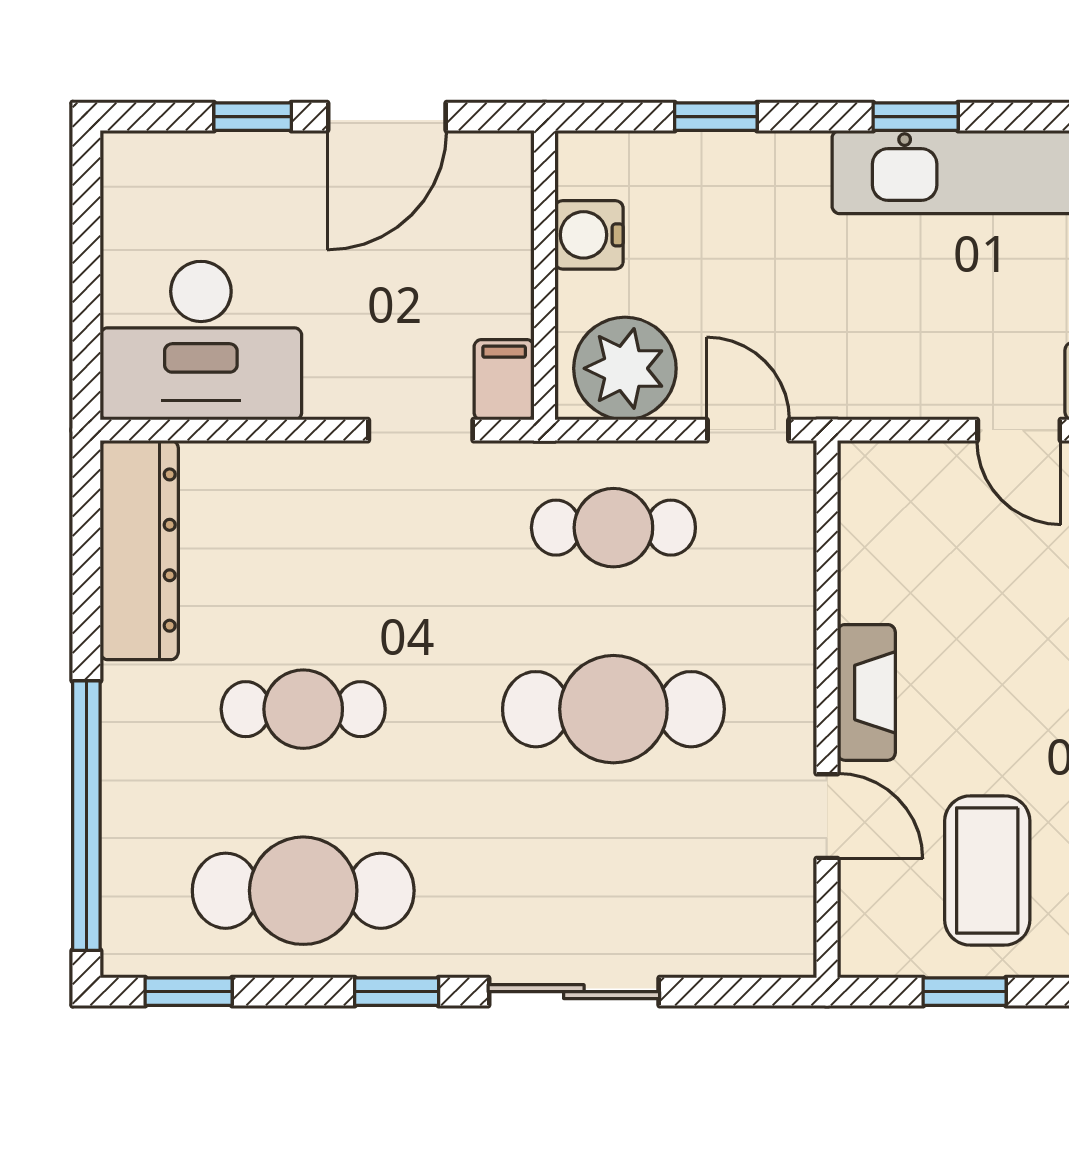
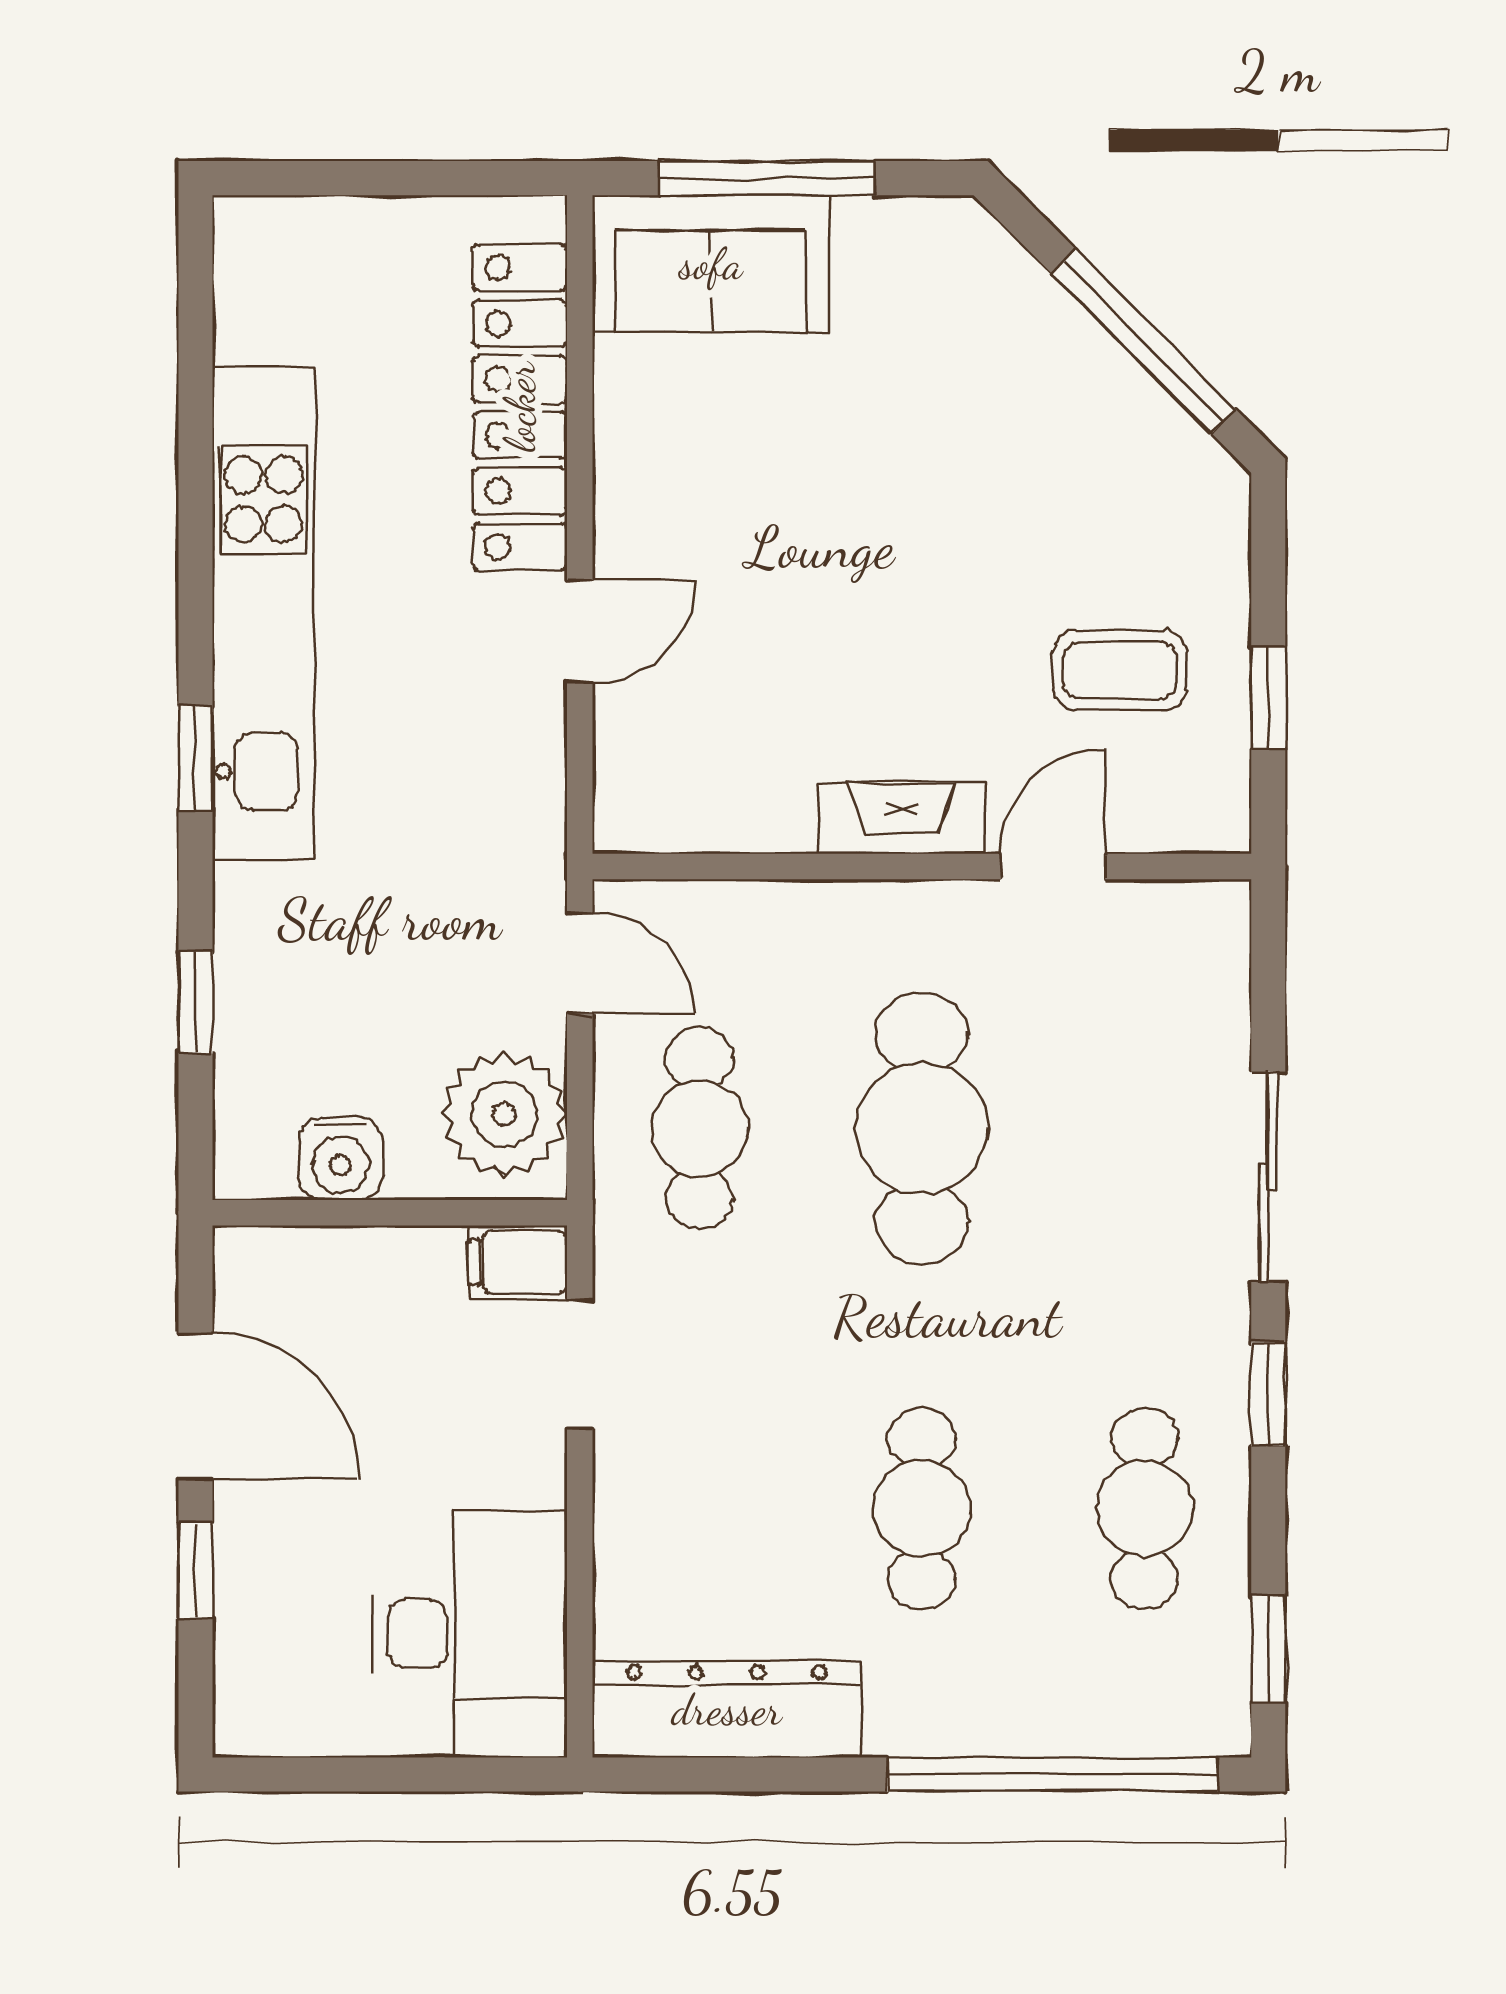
door: (748, 430) -> (580, 963), swing flipped
coffee table: (987, 870) -> (1120, 670), width x0.73, depth x0.77
cafe table: (303, 891) -> (1144, 1509), width x0.73, depth x0.74

